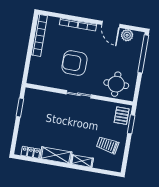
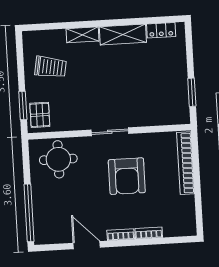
bookcase: (39, 35) -> (186, 163), moved
plant: (127, 35) -> (59, 235), removed
armchair: (74, 63) -> (127, 176), turned 90

